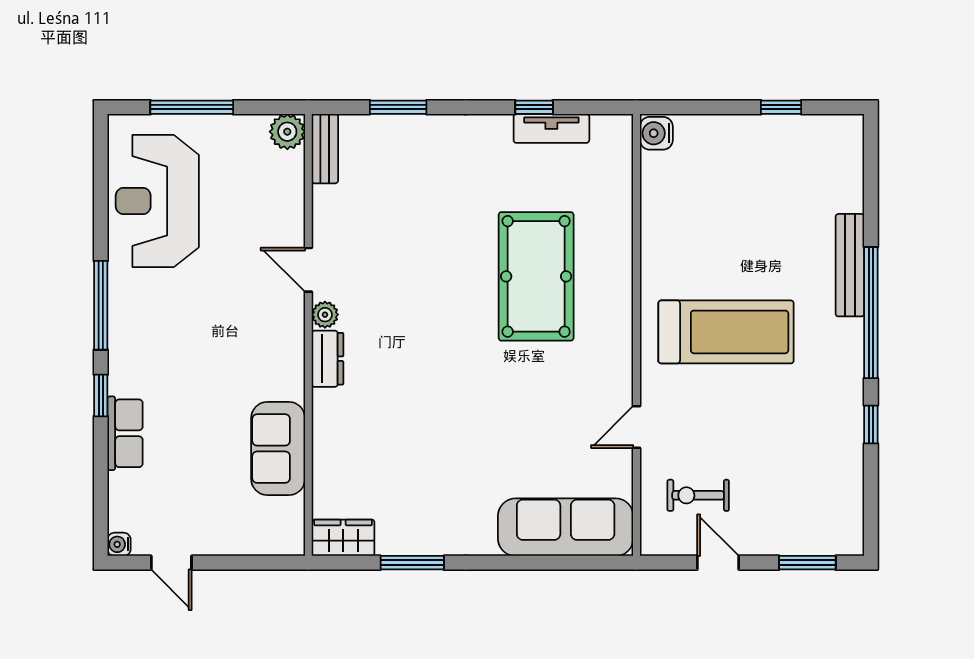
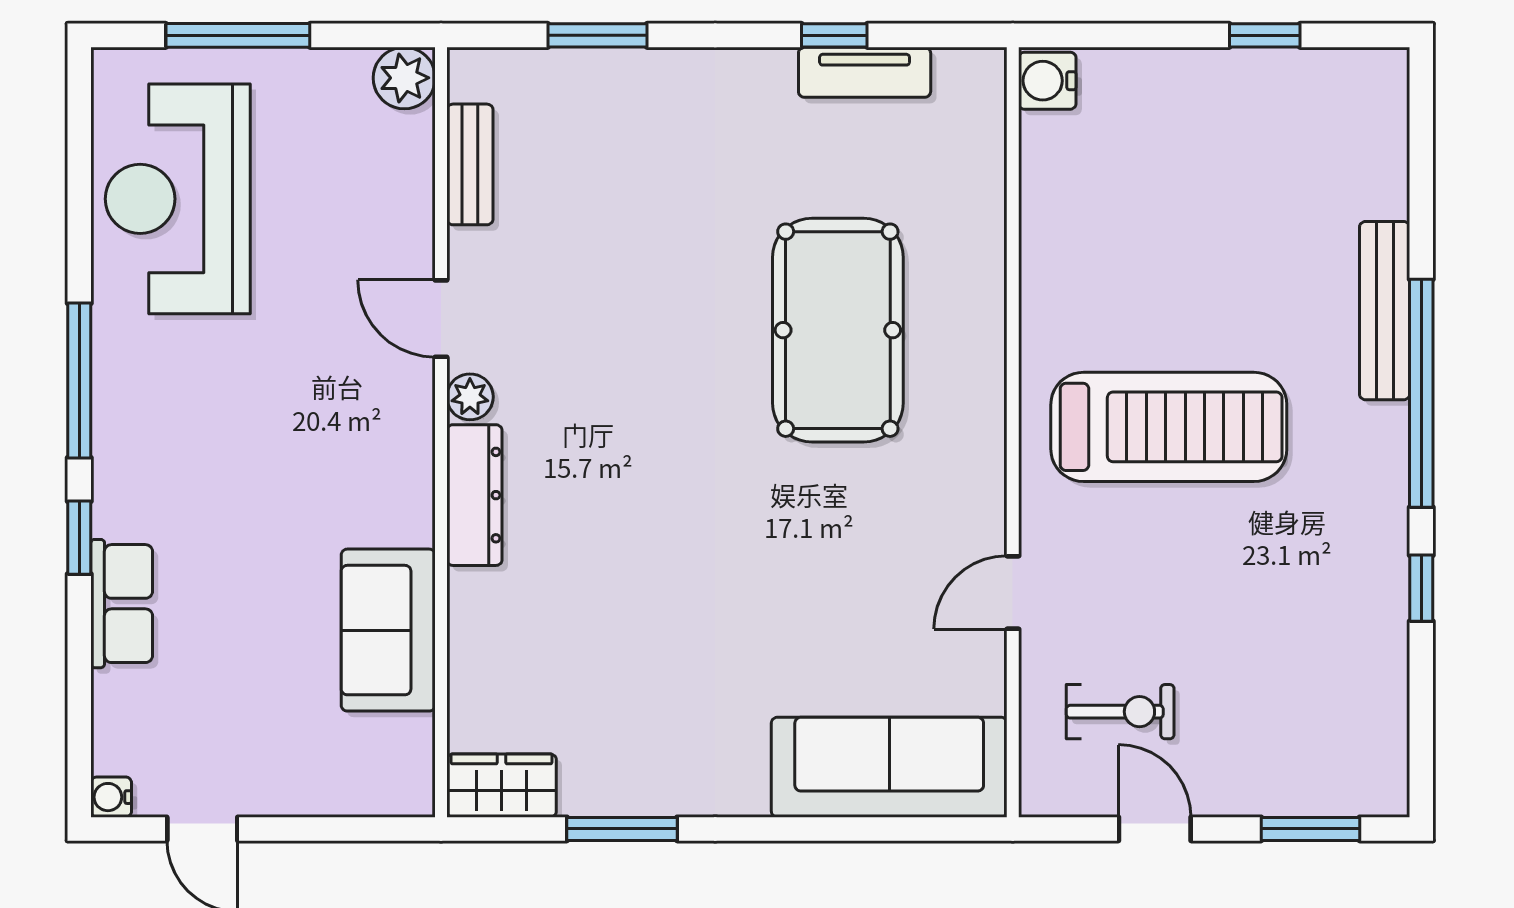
bench: (325, 149) -> (470, 164), moved
dresser: (328, 359) -> (474, 495), width x1.44
exercise bike: (698, 495) -> (1120, 712), turned 180

